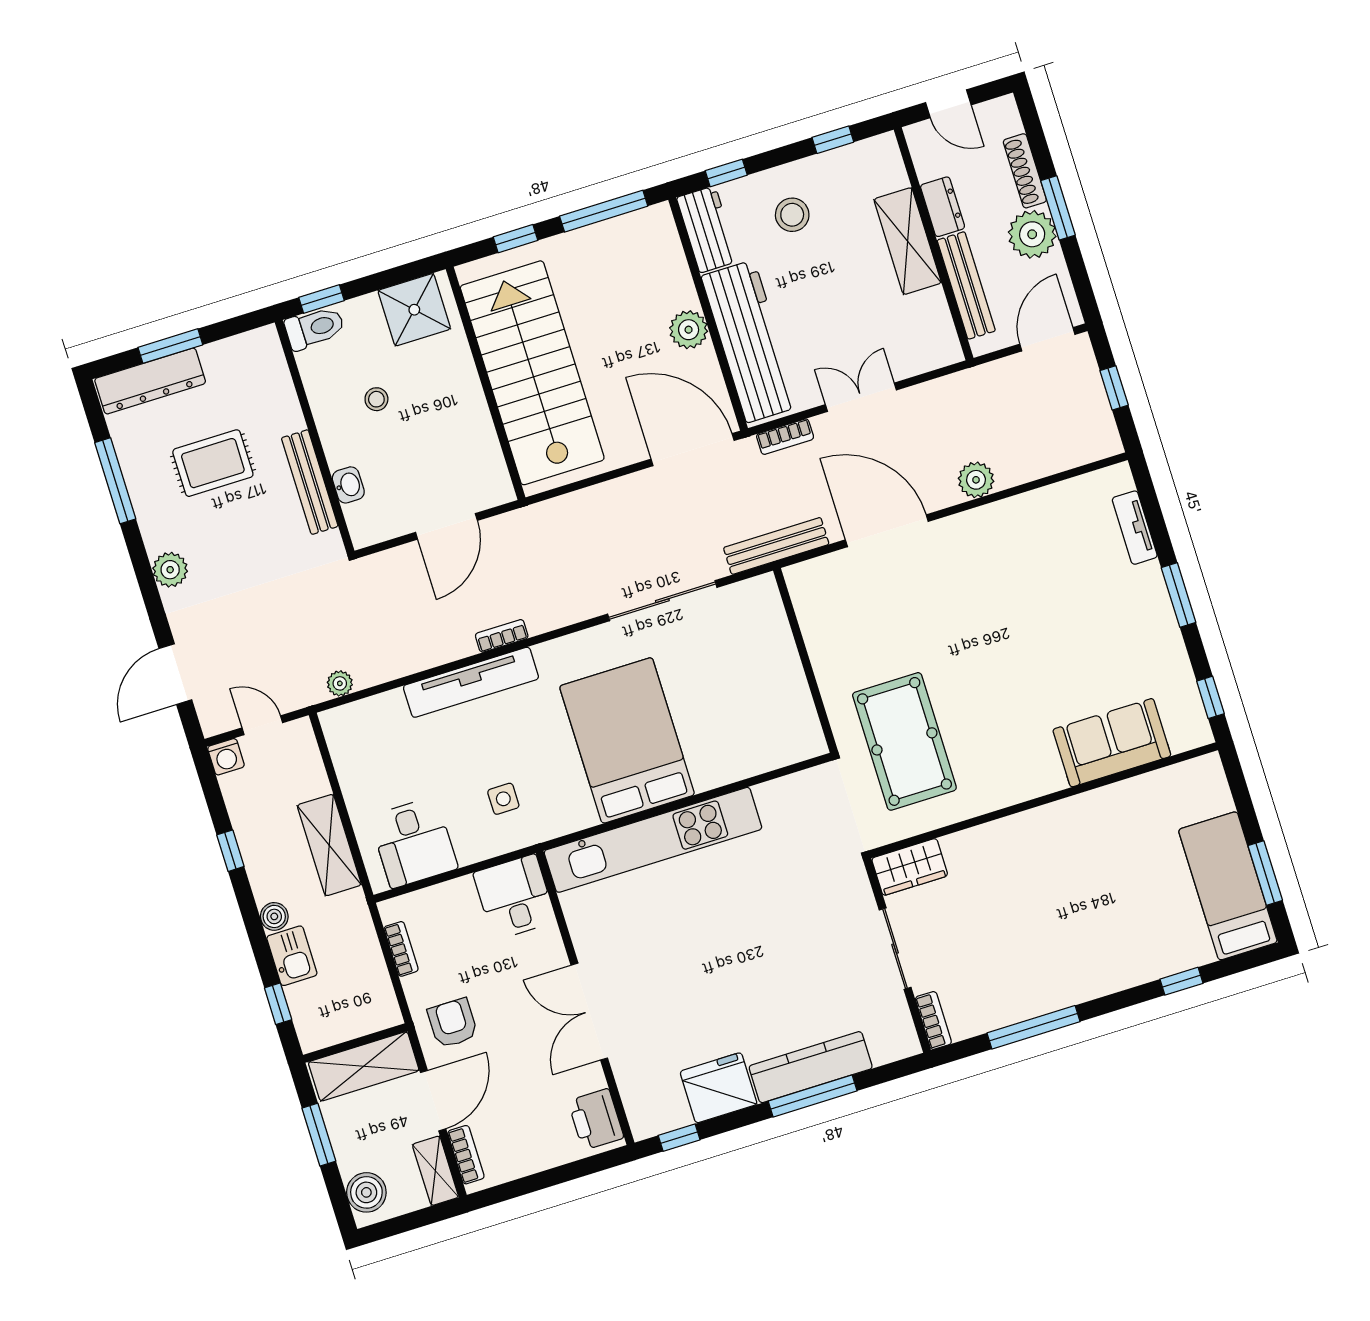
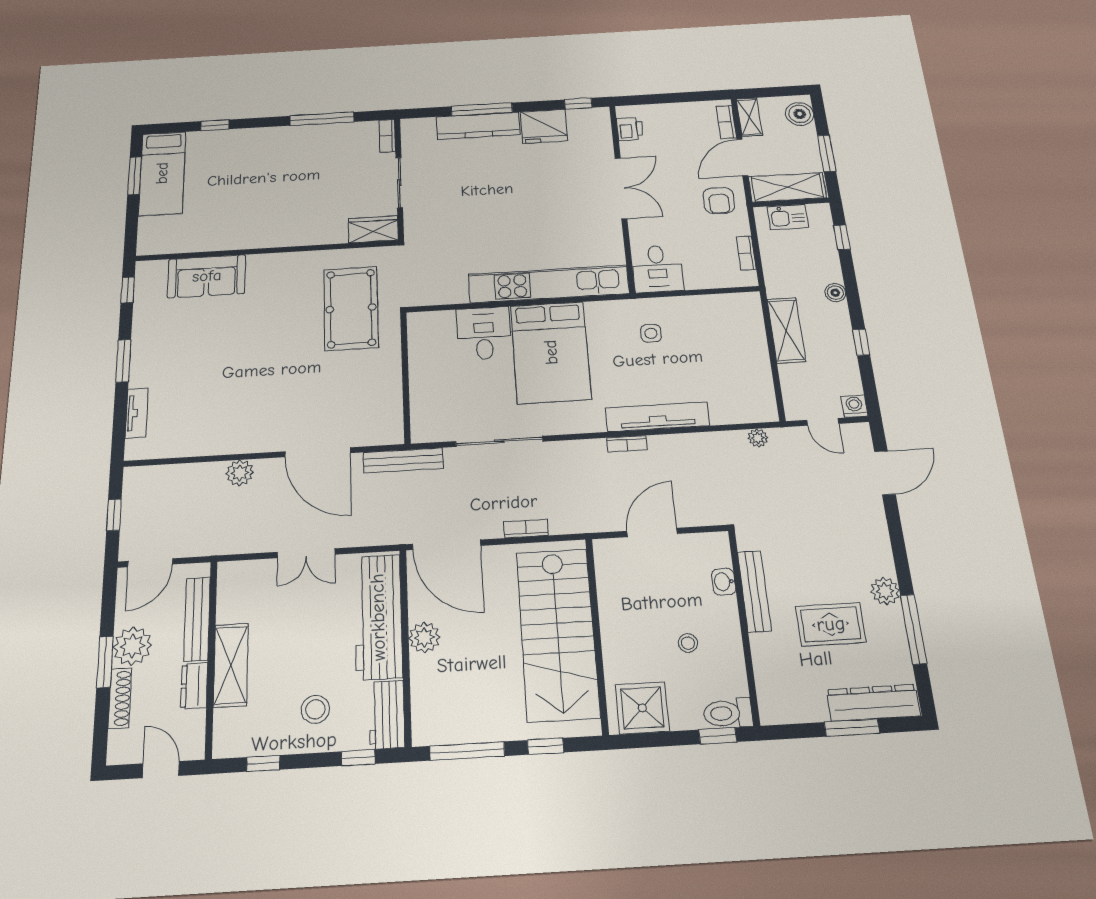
bookcase: (785, 437) -> (526, 529), moved
plant: (170, 570) -> (885, 591), moved
desk: (414, 842) -> (484, 333), moved
kitchen sink: (292, 956) -> (788, 217), moved, turned -90
printer: (596, 1119) -> (630, 129), width x0.73, depth x0.81

